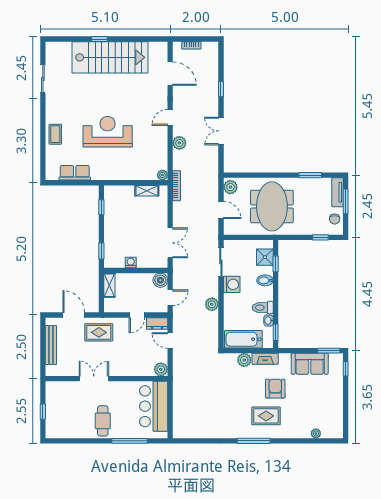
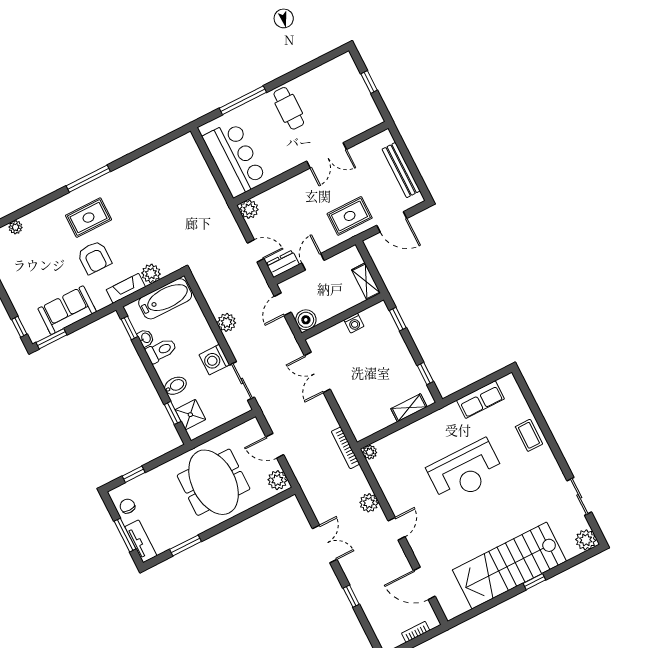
plant: (53, 49) -> (586, 540), added
shelving: (147, 191) -> (409, 408), moved

